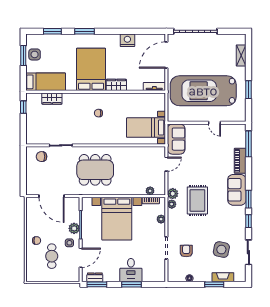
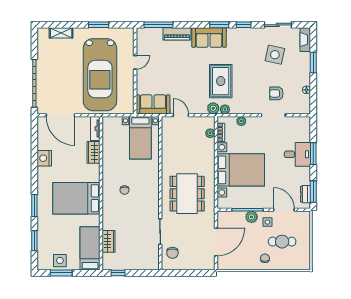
wardrobe: (116, 85) -> (93, 152), moved
rug: (197, 200) -> (221, 81), turned 90
fireplace: (223, 277) -> (305, 40), moved

